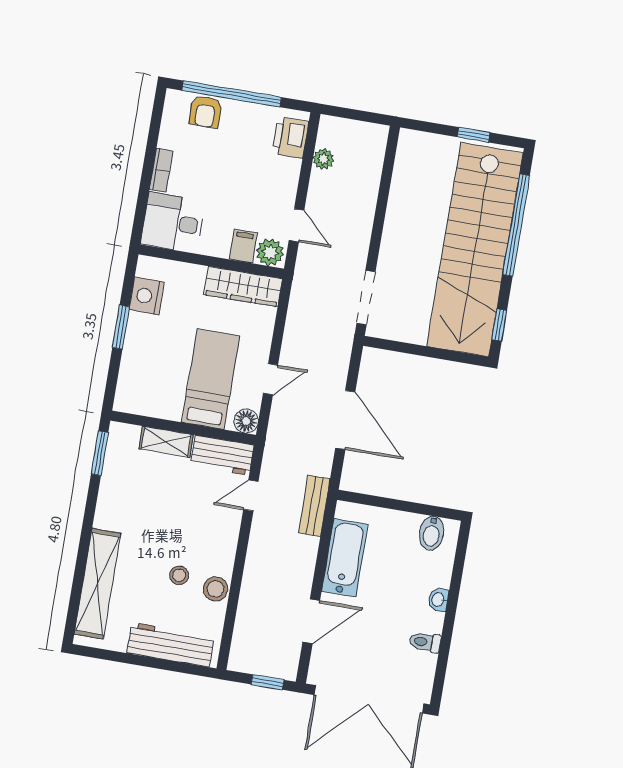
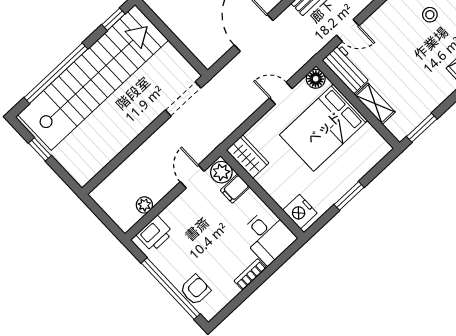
wardrobe: (243, 287) -> (248, 157), width x0.67
nightstand: (147, 296) -> (300, 212), moved, turned 90
bed: (211, 379) -> (324, 128), width x1.50

